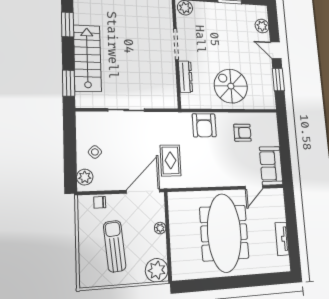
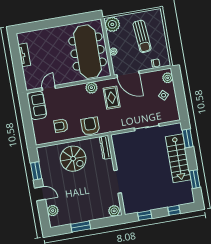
dresser: (186, 77) -> (106, 147), moved
plant: (197, 179) -> (91, 88), added
door: (143, 191) -> (128, 74), hinge flipped
meeting table: (224, 233) -> (87, 52), moved

